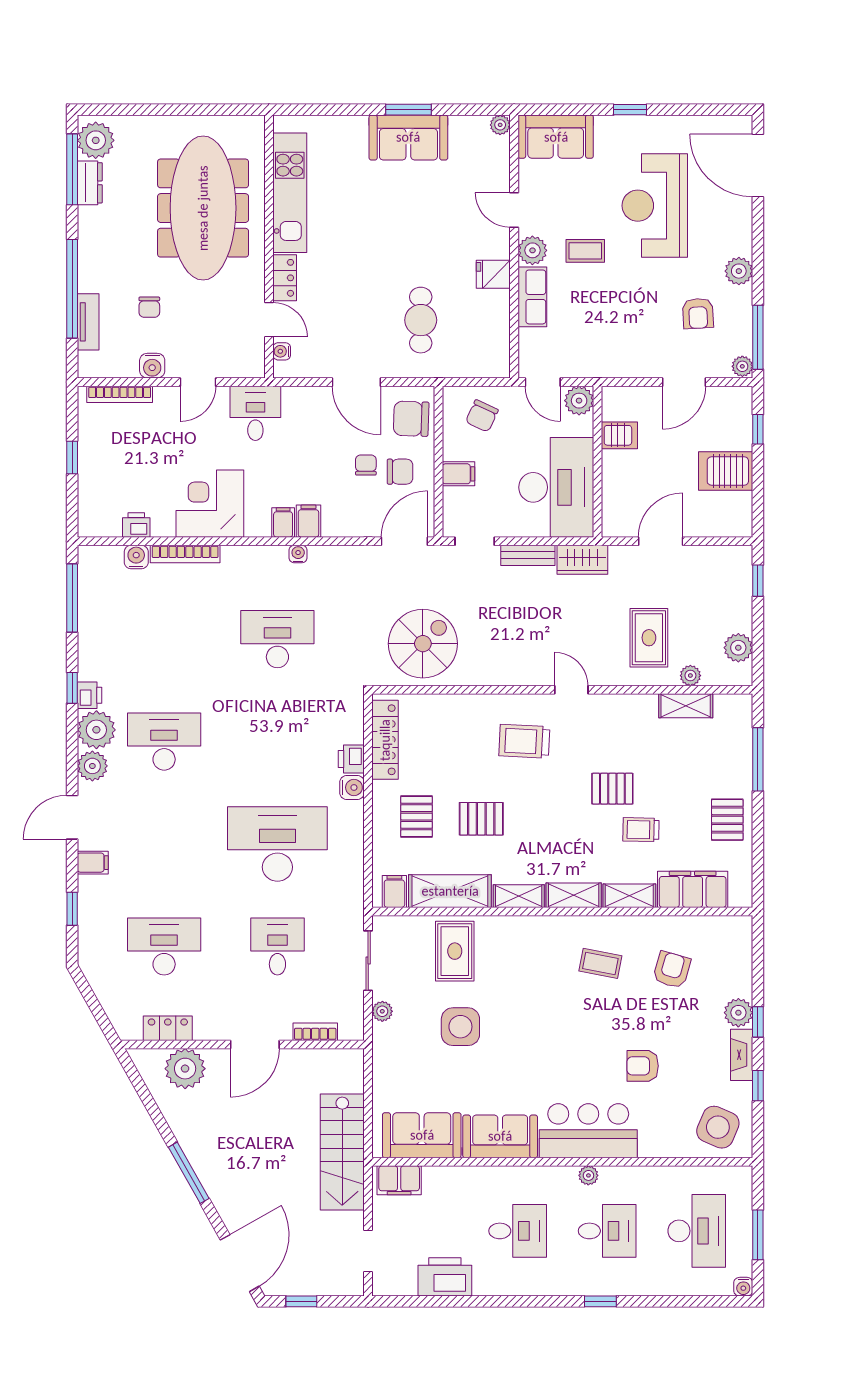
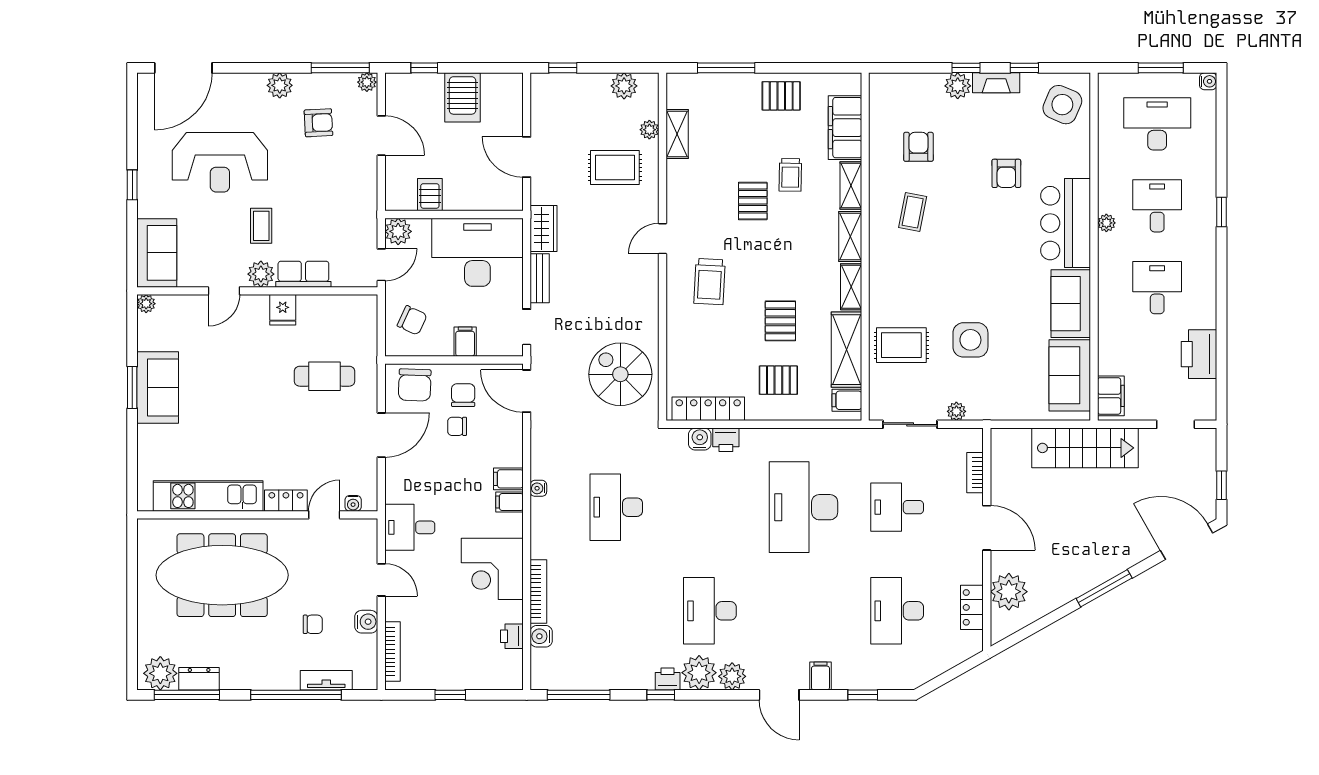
water cooler: (352, 787) -> (700, 439), moved
armchair: (672, 970) -> (918, 147), turned 74

